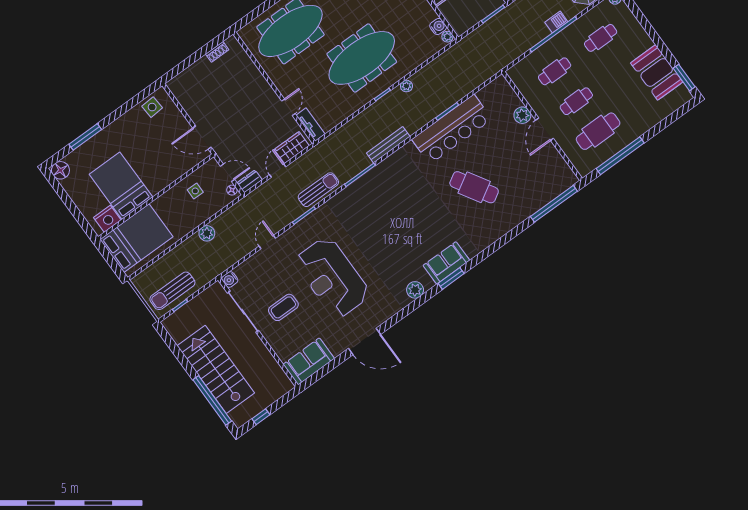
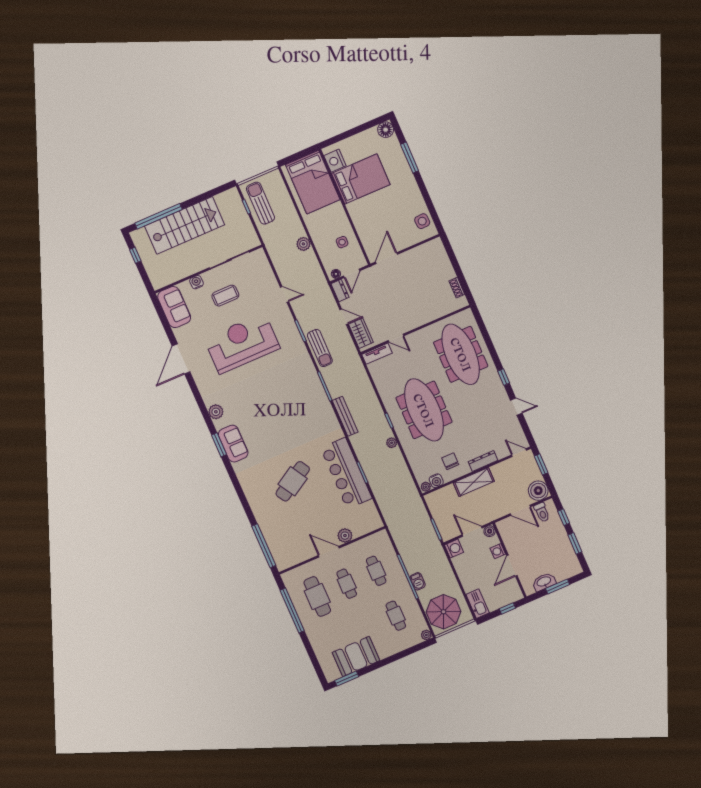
chair: (413, 16) -> (450, 461), added
water cooler: (230, 280) -> (196, 282), moved
coffee table: (283, 307) -> (225, 296), turned 90

